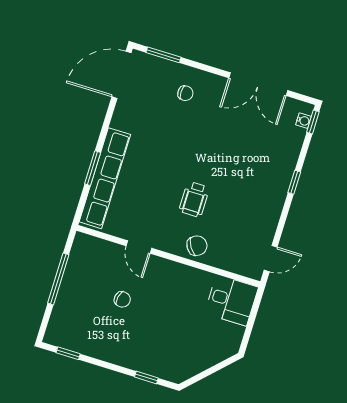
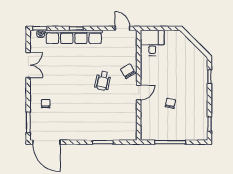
double door: (258, 84) -> (28, 65), width x0.73
row of seats: (105, 178) -> (74, 37), moved, turned 180
wheelchair: (194, 199) -> (103, 81), turned 102
door: (139, 247) -> (139, 92), moved

